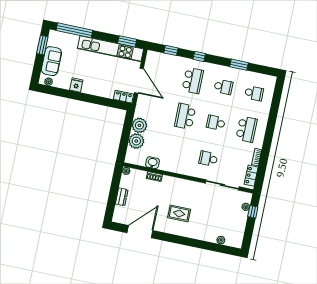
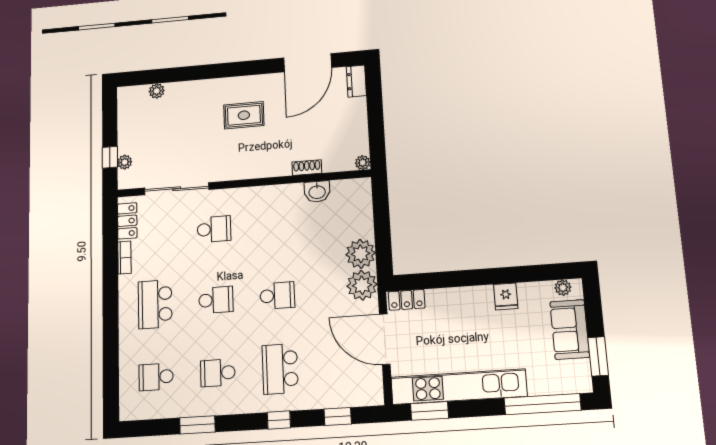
school desk: (185, 116) -> (277, 296), width x0.54
plant: (136, 141) -> (362, 285), moved
dresser: (122, 197) -> (356, 81), moved

